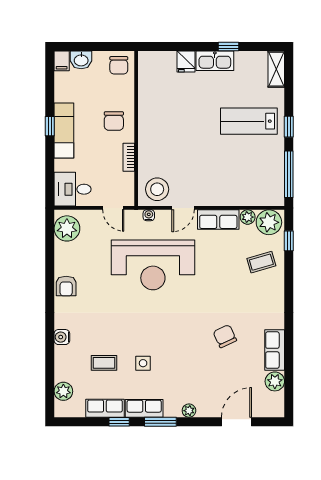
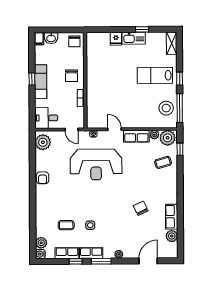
stool: (157, 189) -> (166, 108), moved
door: (183, 208) -> (115, 129), swing flipped
water cooler: (62, 337) -> (40, 254), moved

